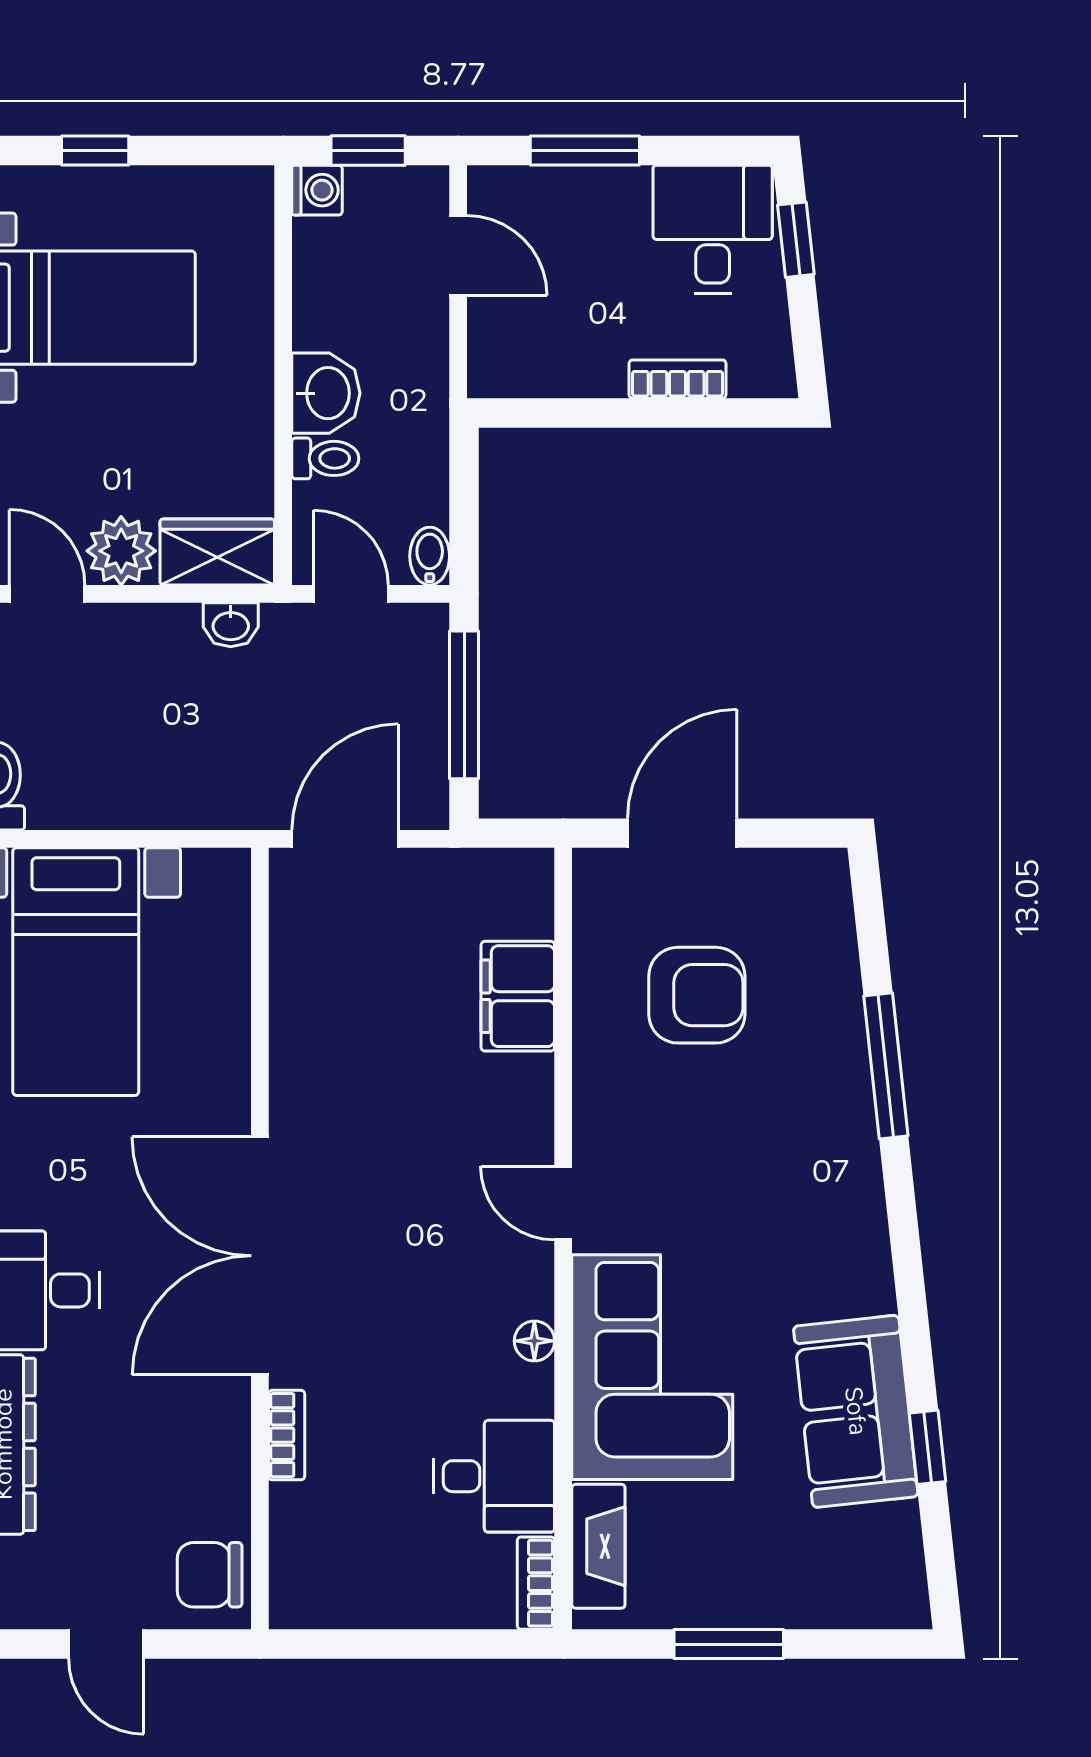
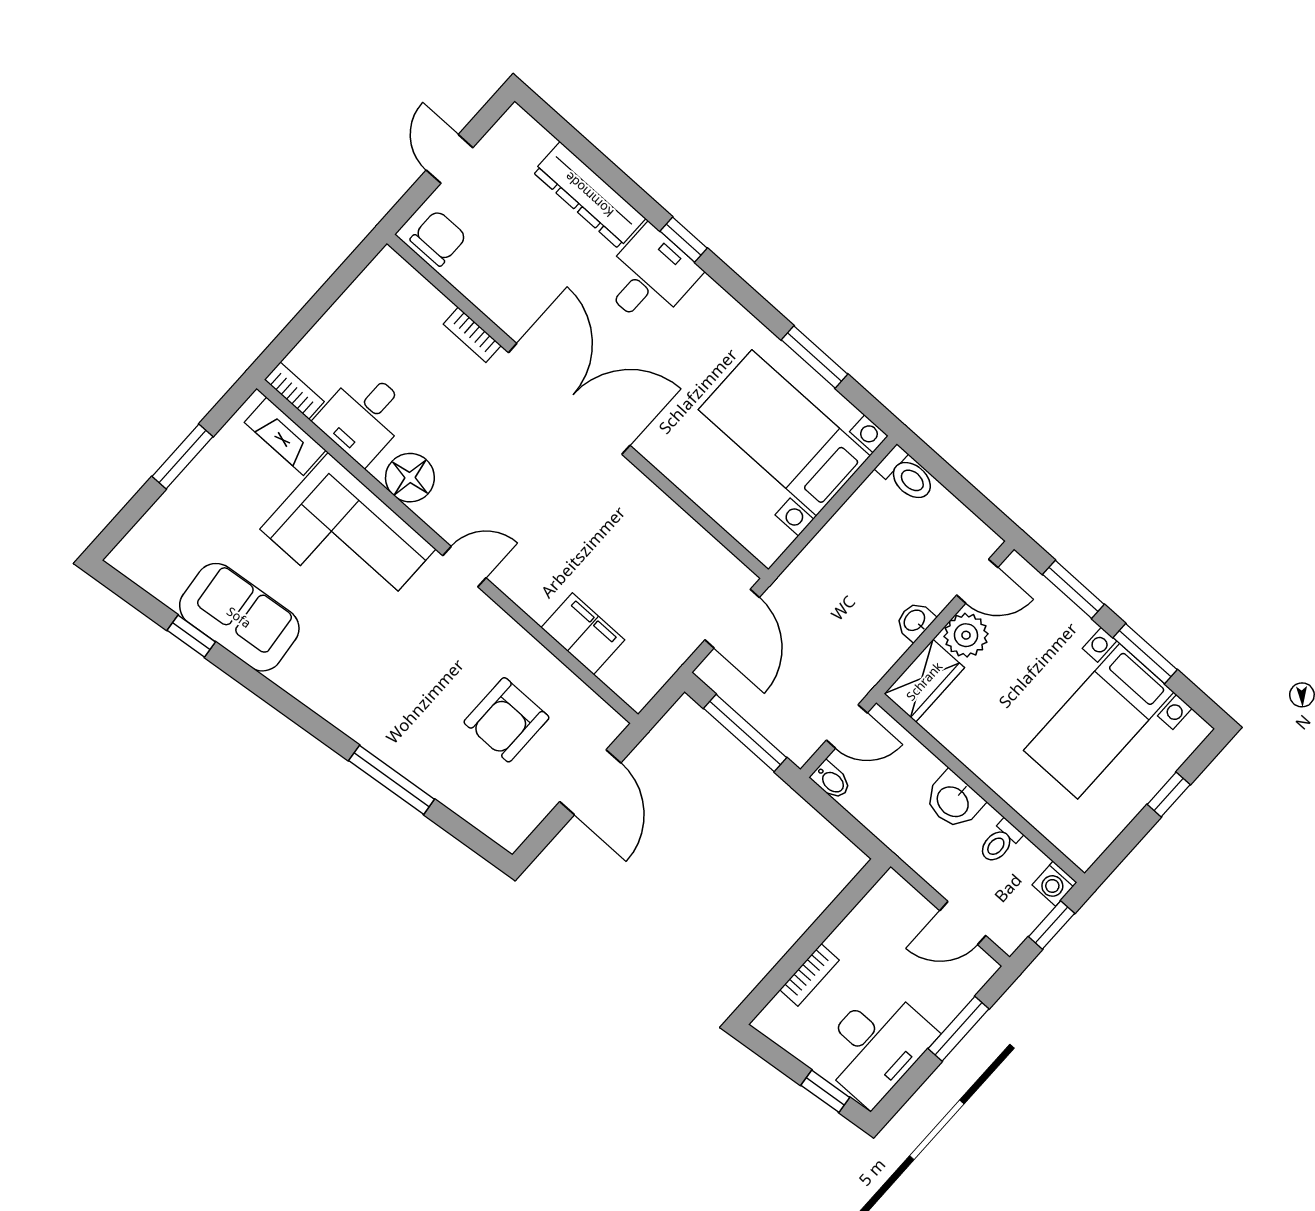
desk: (713, 229) -> (876, 1045), width x1.37
toilet: (325, 458) -> (1000, 842), moved
washbasin: (231, 625) -> (915, 621), moved
floor lamp: (534, 1341) -> (410, 478), width x1.89, depth x1.89
door: (106, 1644) -> (450, 159), hinge flipped

